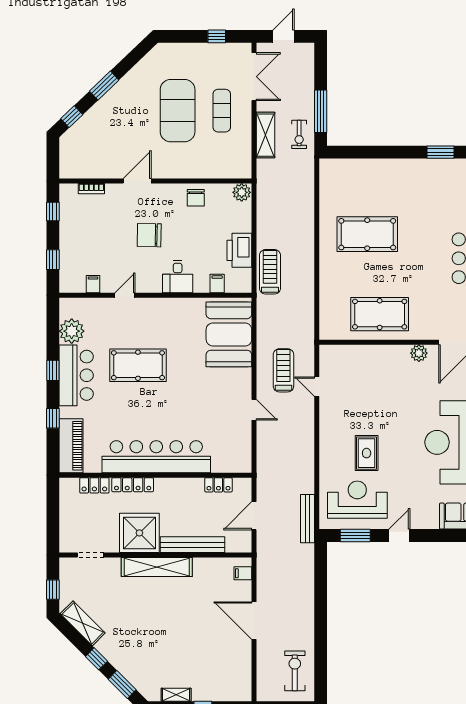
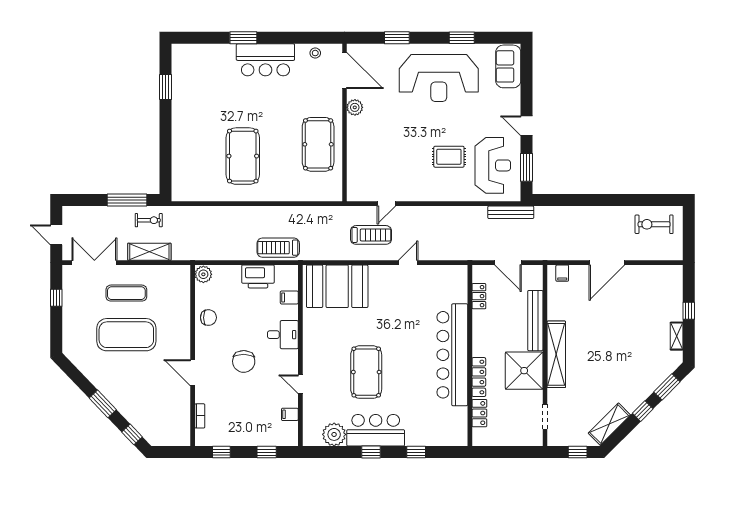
treadmill: (283, 370) -> (371, 235), turned 180
piano: (71, 446) -> (442, 435), removed
reception desk: (357, 500) -> (493, 165), turned 180

